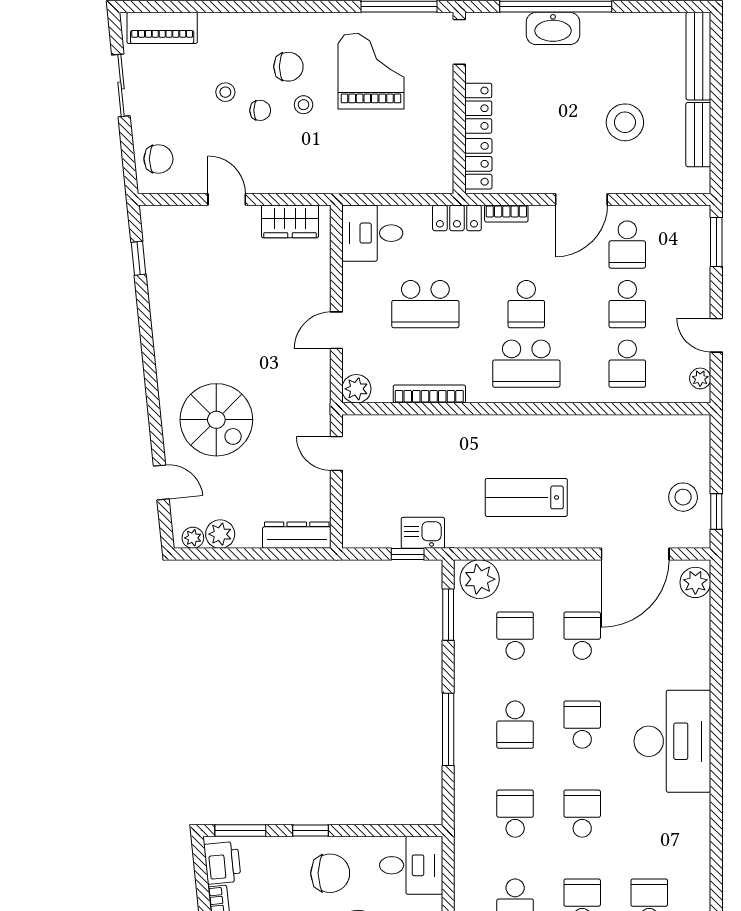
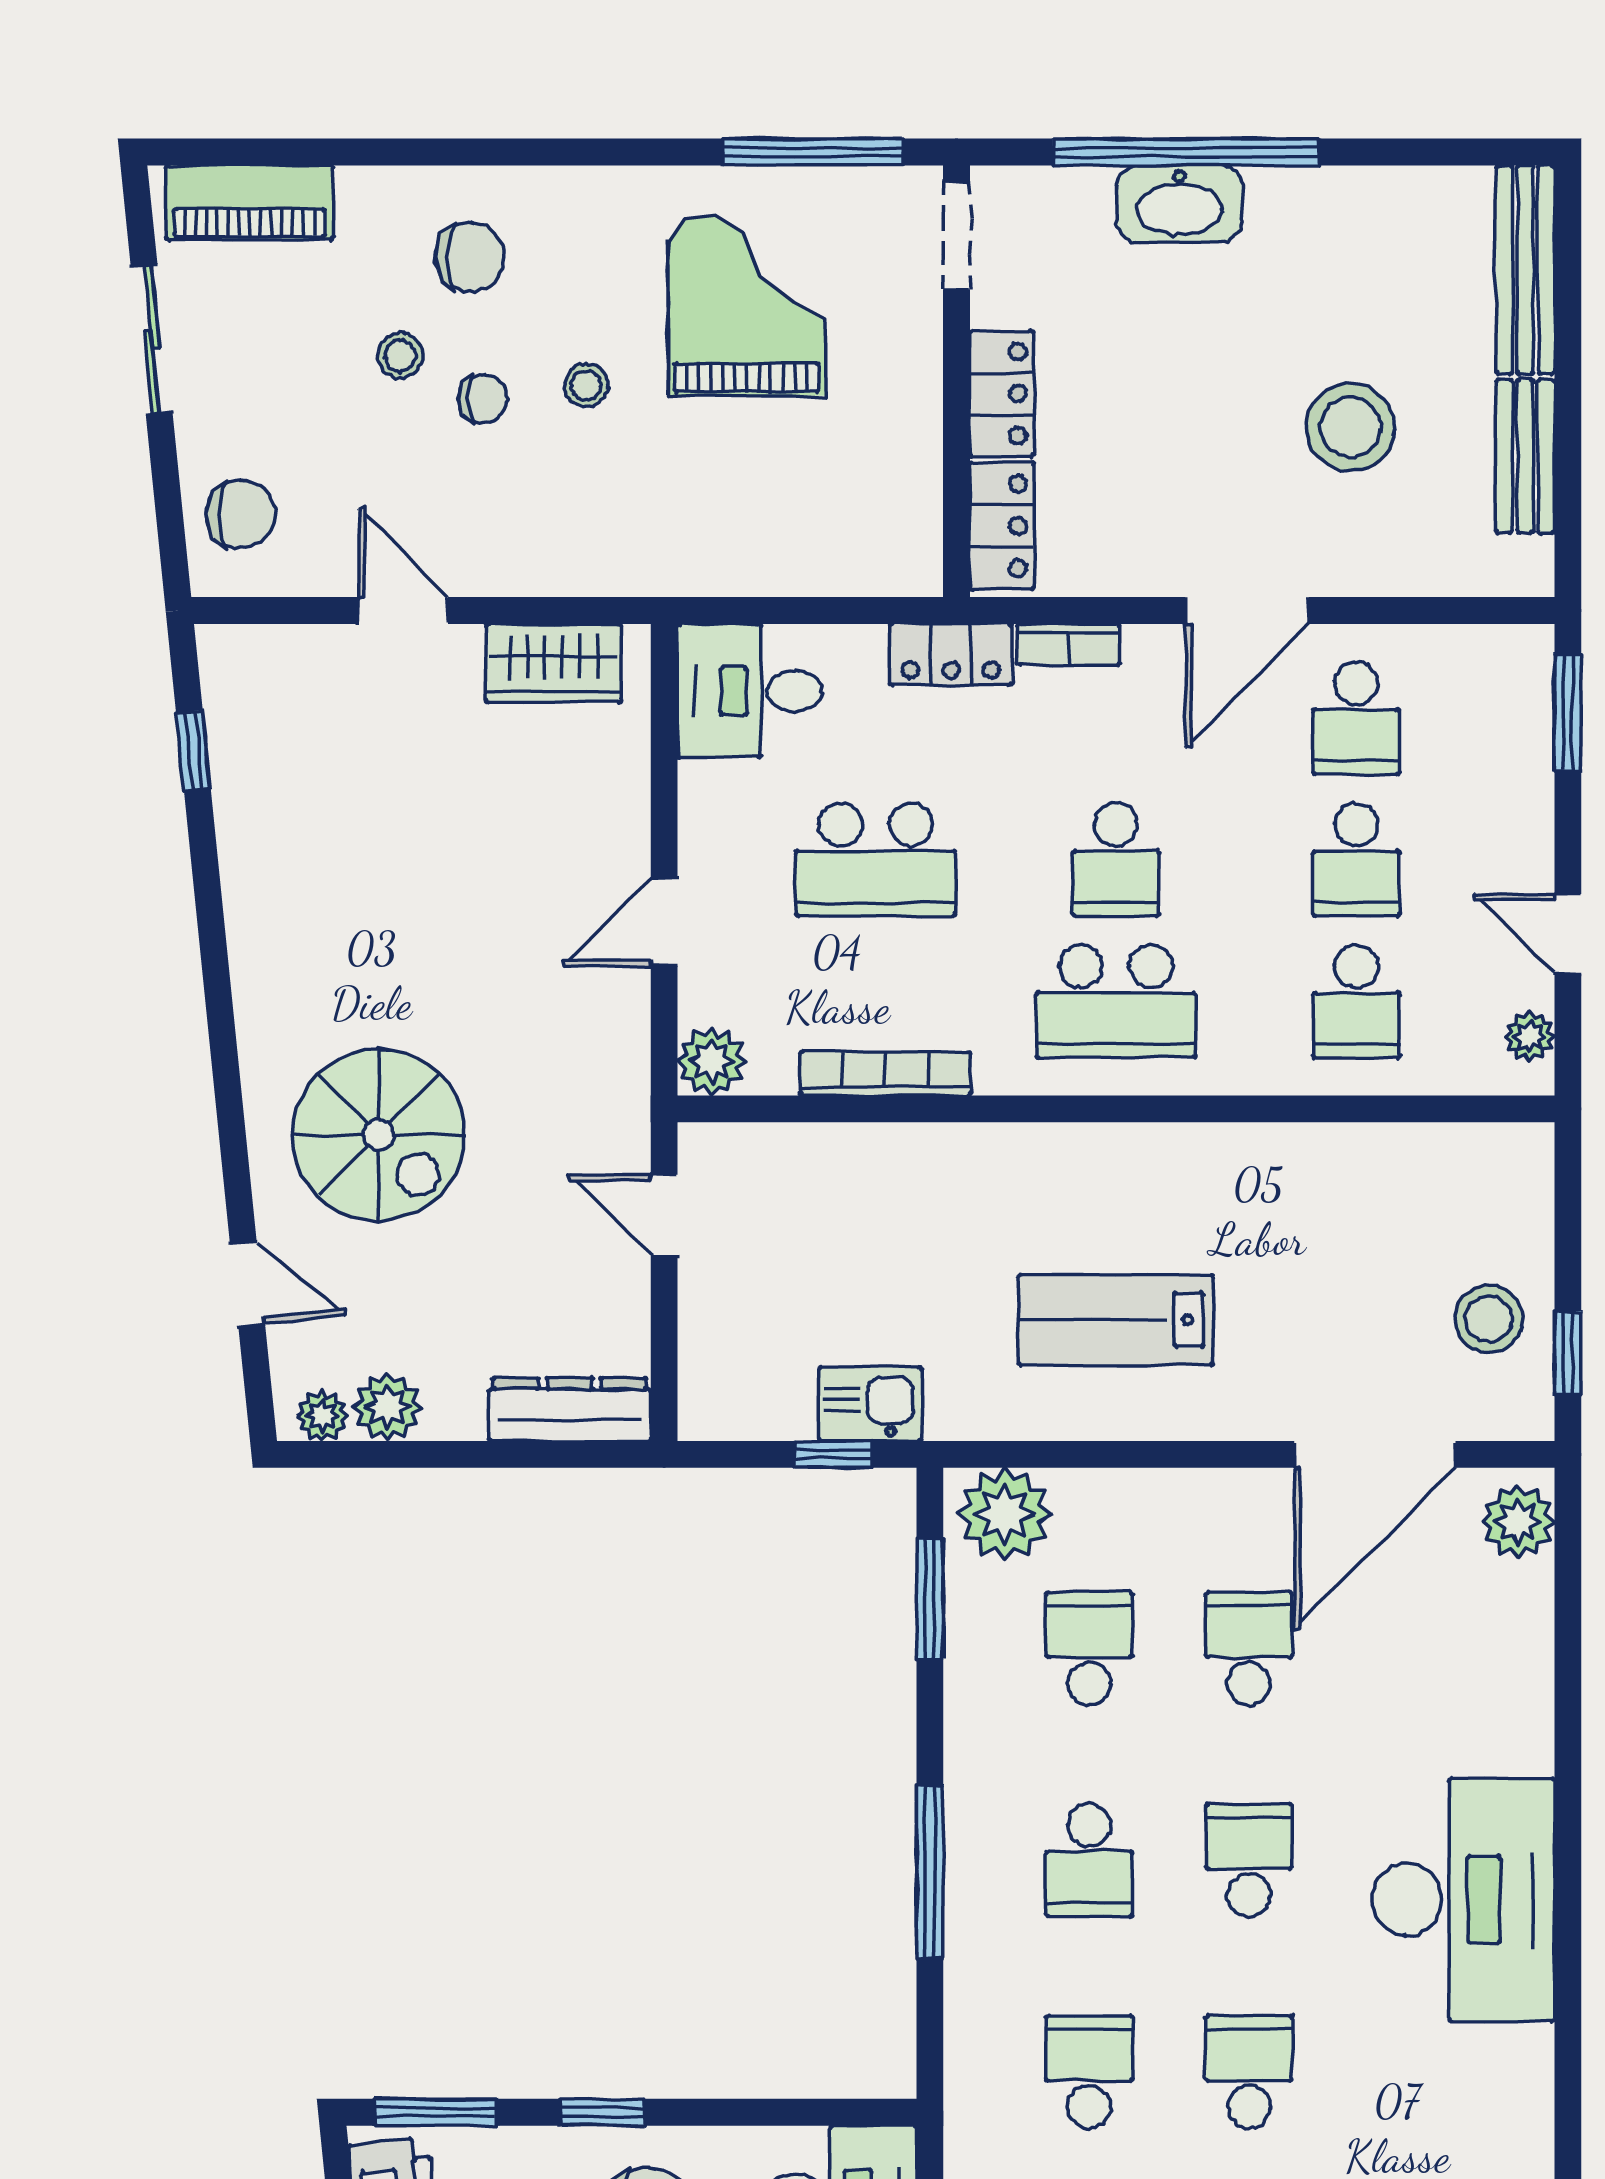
chair: (288, 67) -> (469, 257), moved

